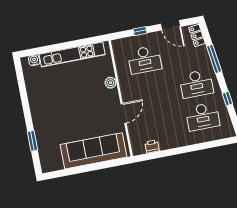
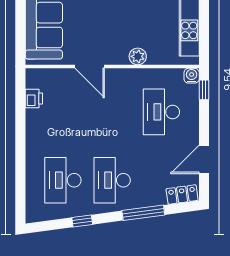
window: (140, 31) -> (204, 90), moved
water cooler: (117, 44) -> (192, 76), added

